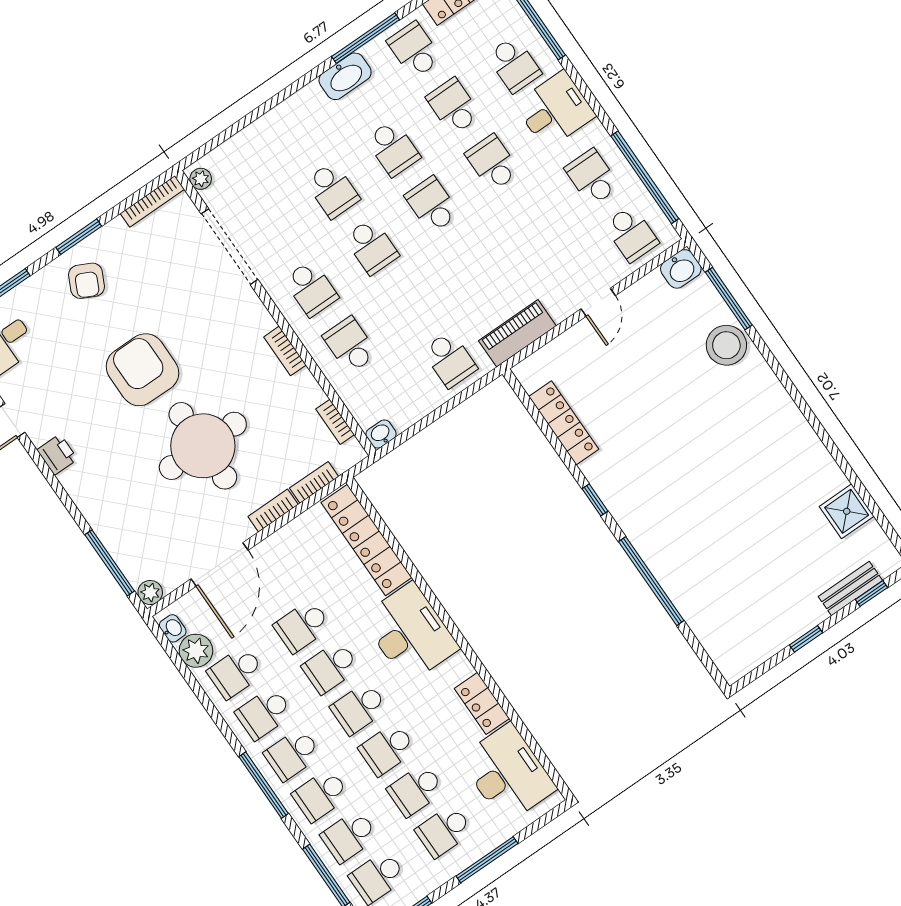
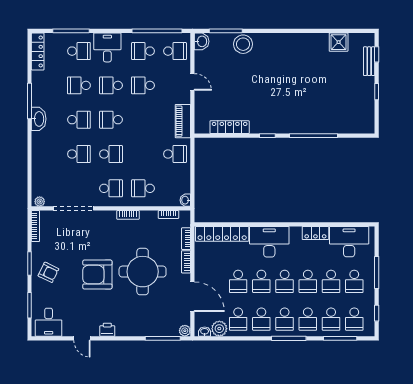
school desk: (414, 50) -> (143, 85), moved

